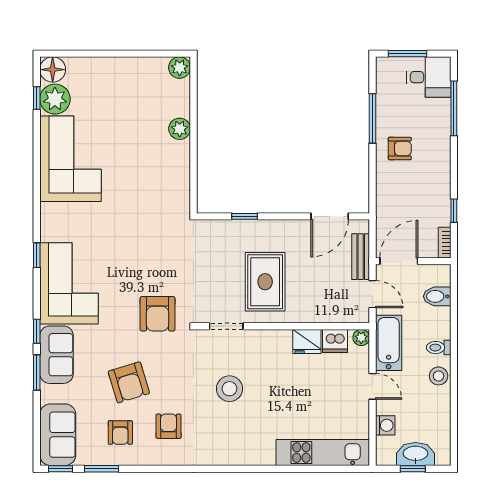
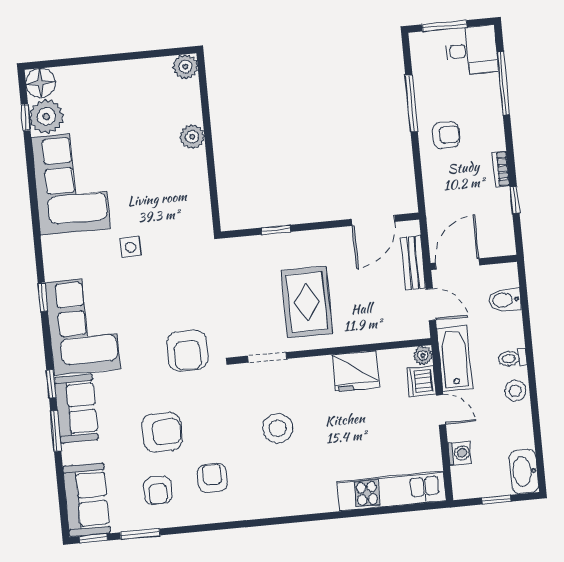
side table: (117, 219) -> (130, 247), added
bookcase: (445, 243) -> (501, 169), moved
fridge: (307, 341) -> (356, 371), width x1.36, depth x1.34
dishwasher: (335, 341) -> (421, 381), moved, turned 90
armchair: (129, 382) -> (162, 432), turned -73
washbasin: (415, 454) -> (524, 472), moved, turned -90

